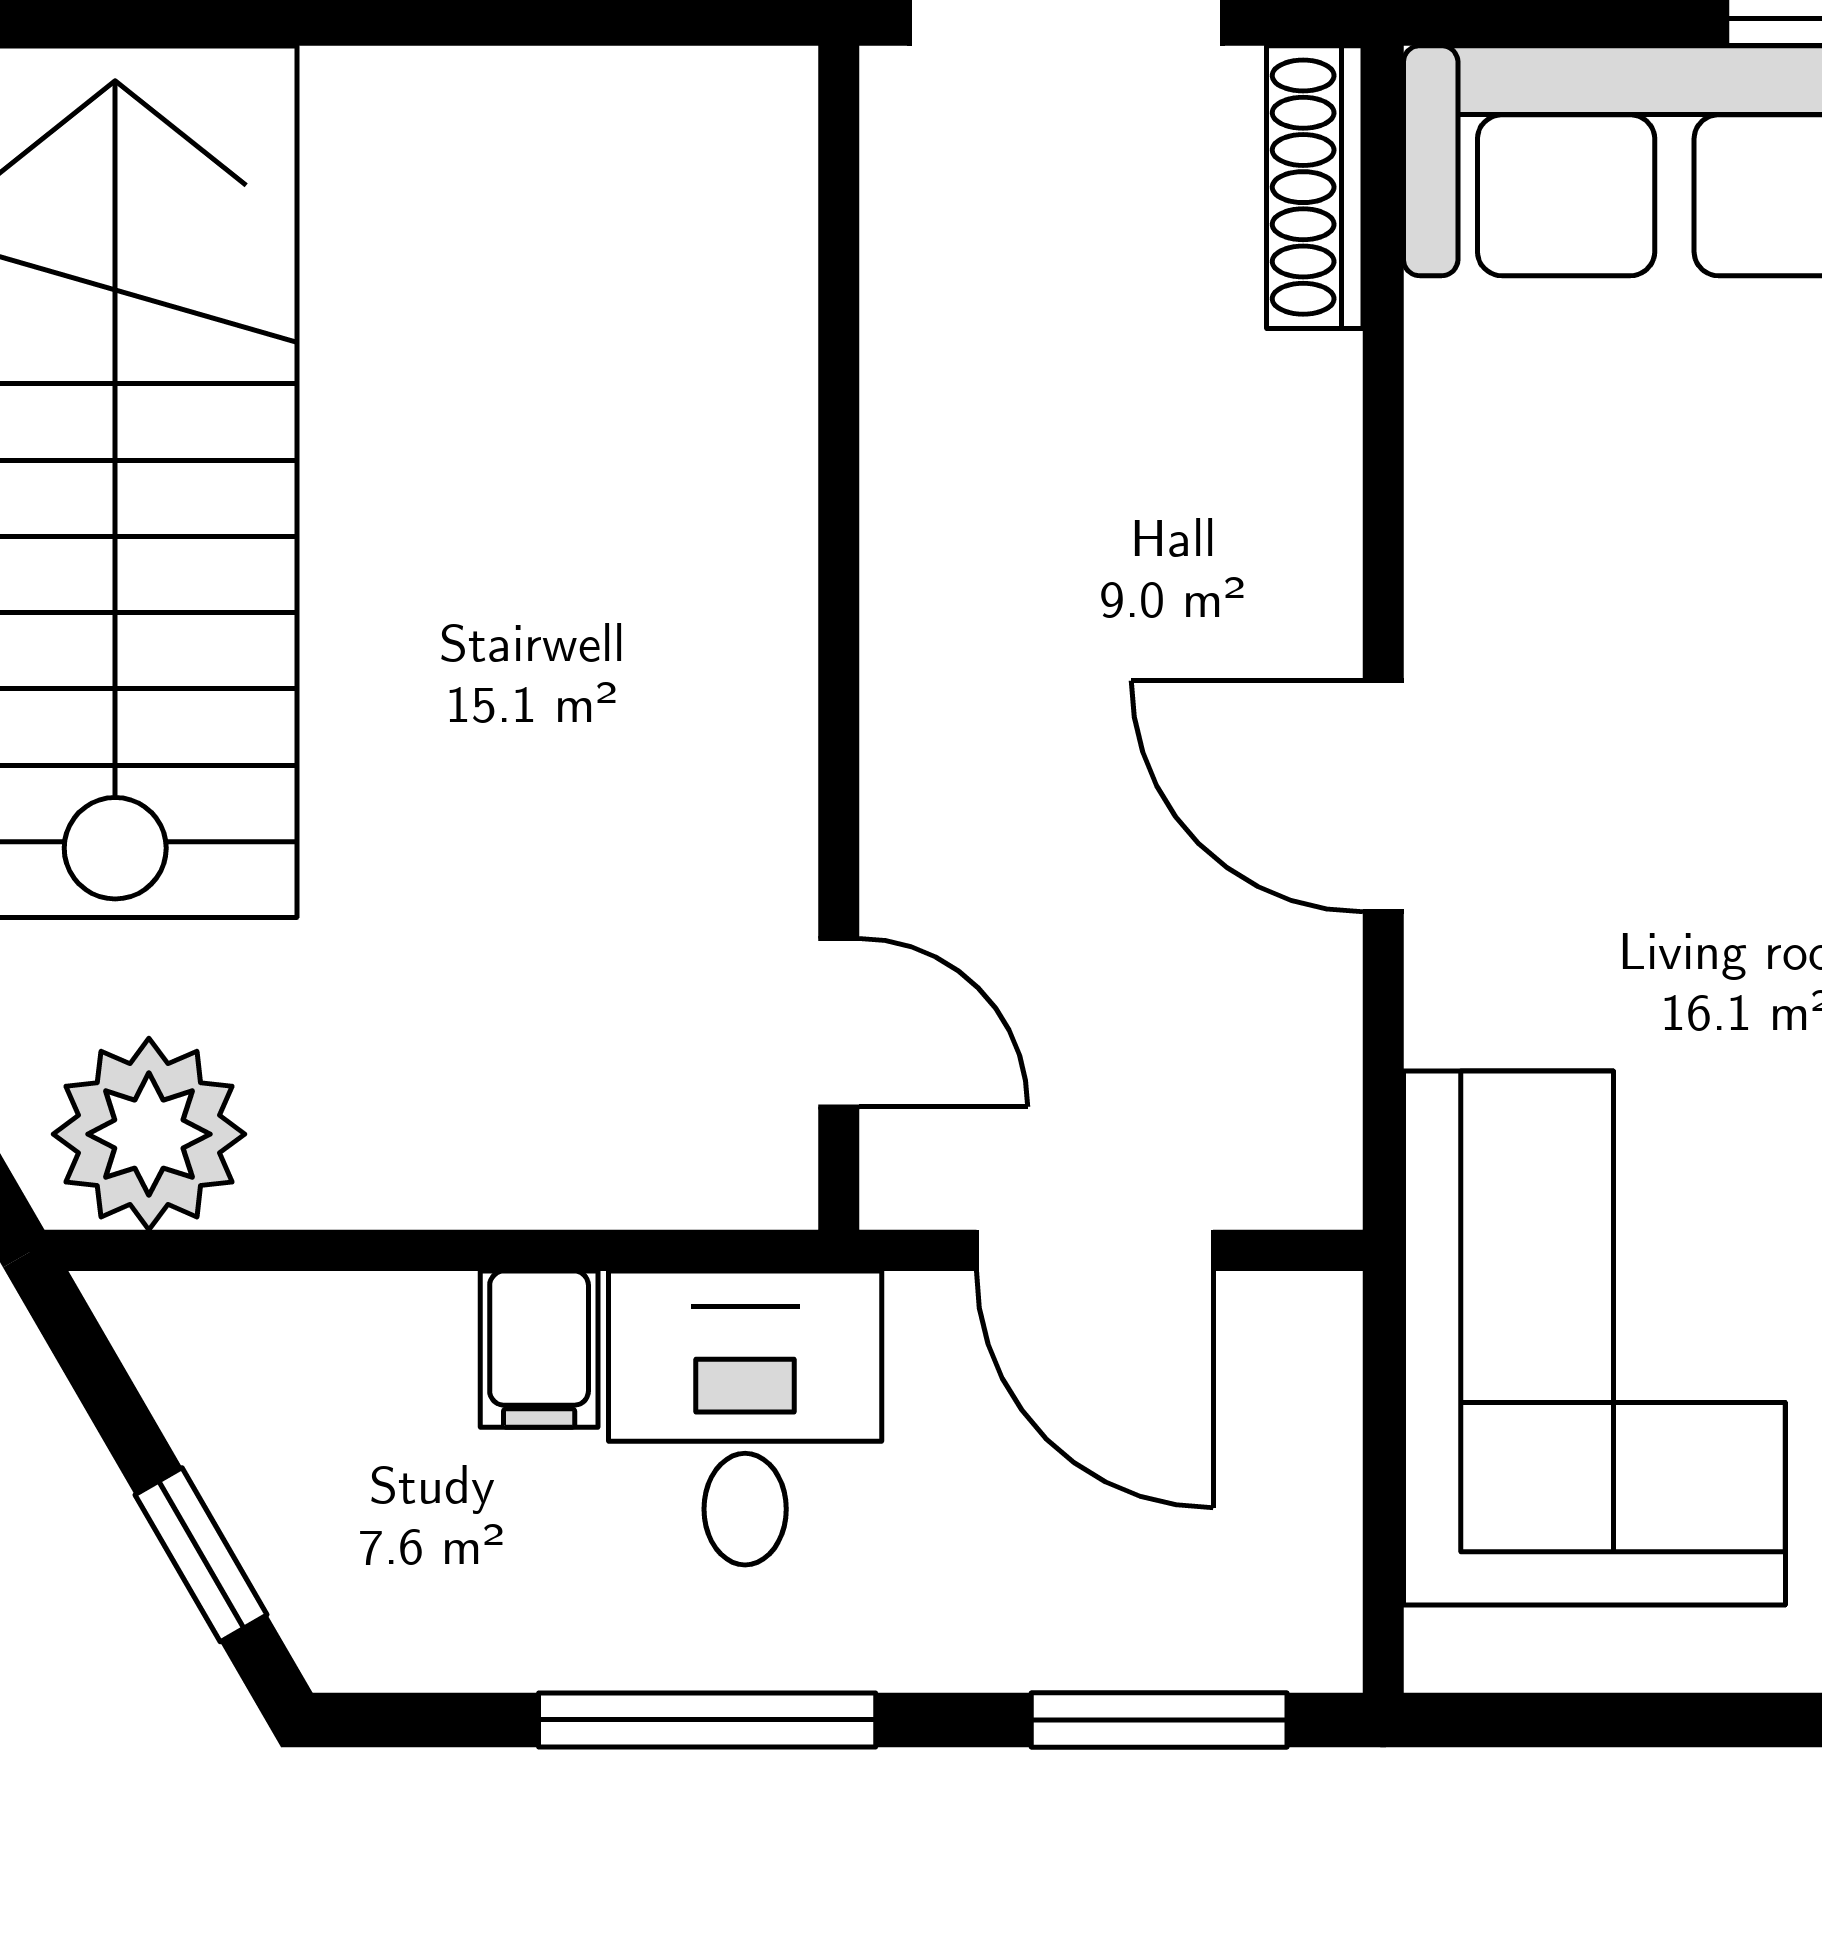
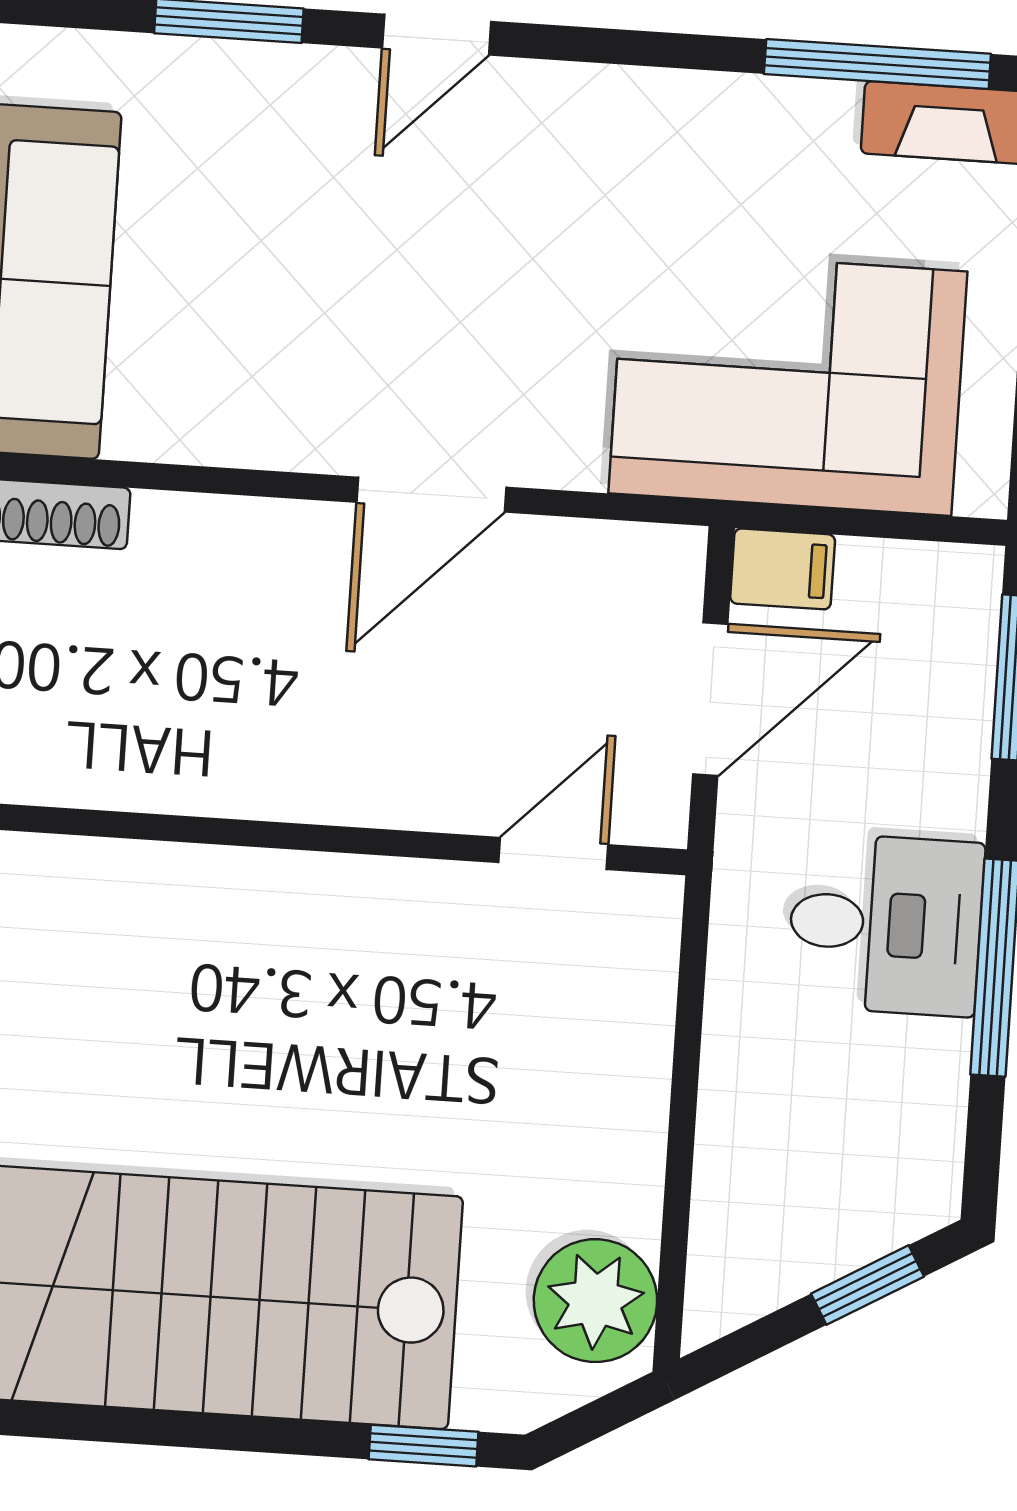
filing cabinet: (539, 1349) -> (783, 569), moved
desk: (745, 1418) -> (886, 924), moved, turned 180

